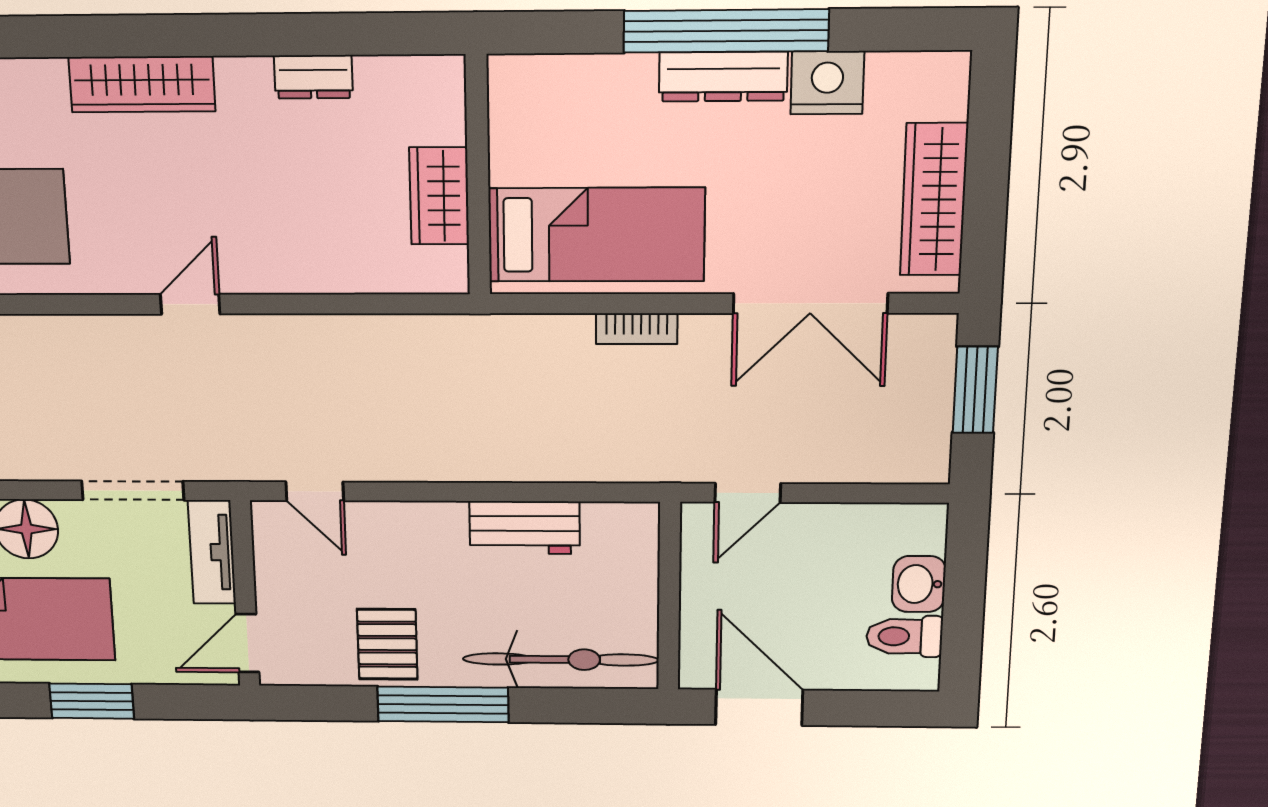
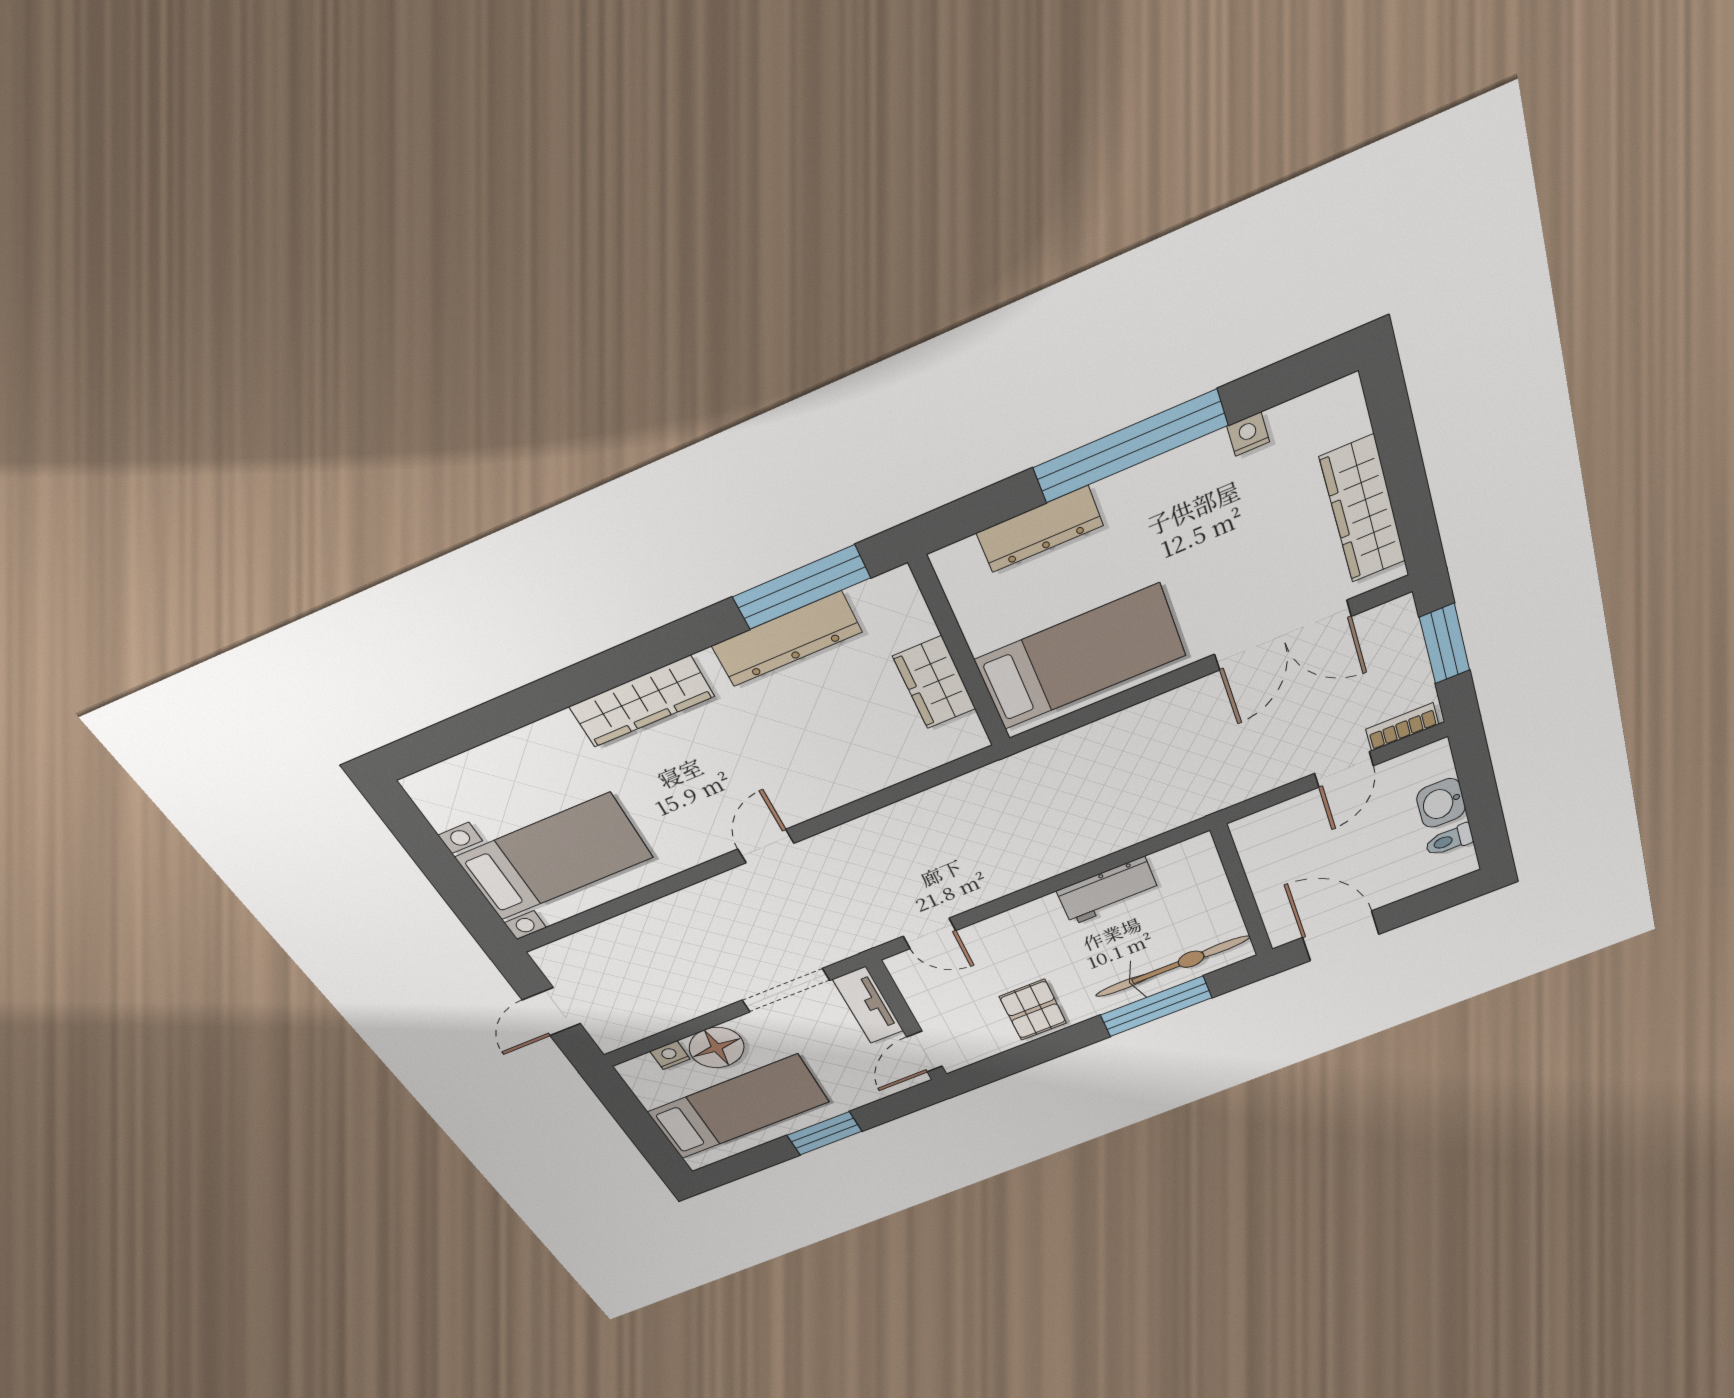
window: (352, 34) -> (802, 587), added
dresser: (313, 77) -> (787, 639), width x1.96, depth x1.24
dresser: (723, 77) -> (1040, 529), moved
nightstand: (827, 83) -> (1248, 434), width x0.53, depth x0.56
bookcase: (637, 329) -> (1402, 727), moved, turned 180
door: (748, 493) -> (1344, 770), moved
toilet: (904, 636) -> (1449, 840), width x0.73, depth x0.72
window: (443, 704) -> (1156, 1006), moved

